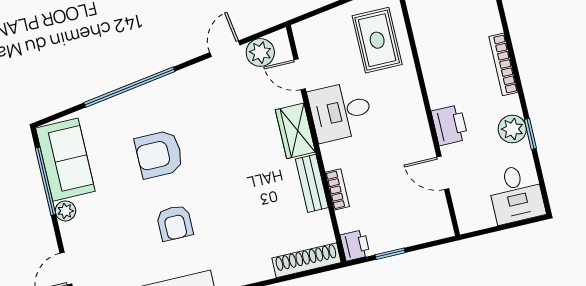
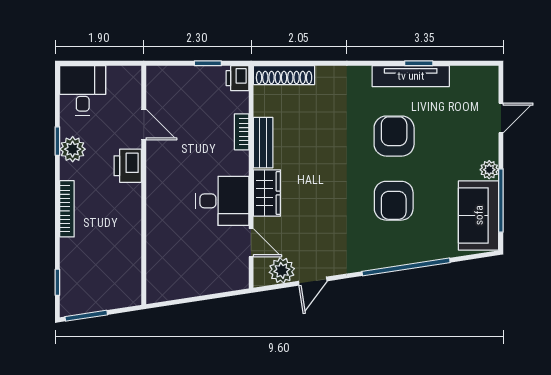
rug: (377, 40) -> (175, 257), removed
armchair: (159, 154) -> (394, 201), turned 90
armchair: (175, 223) -> (394, 136), width x1.38, depth x1.38

